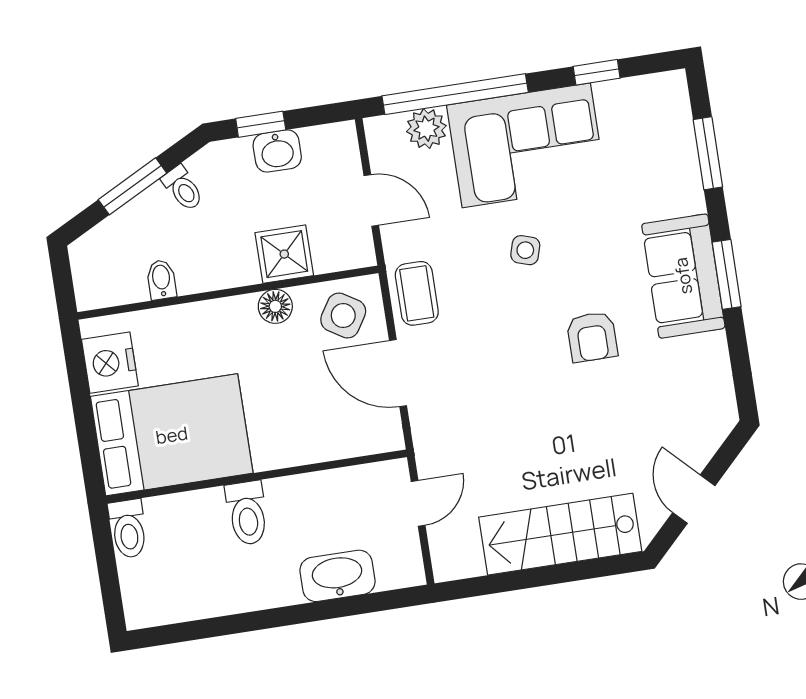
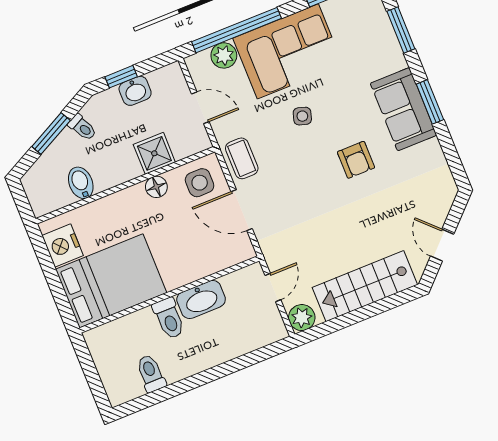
bidet: (161, 280) -> (81, 183), width x1.38, depth x1.36
side table: (343, 316) -> (200, 183), turned -32
toilet: (128, 529) -> (151, 373), moved, turned 180
plant: (452, 560) -> (302, 318), added
washbasin: (337, 576) -> (201, 299), moved, turned 180

